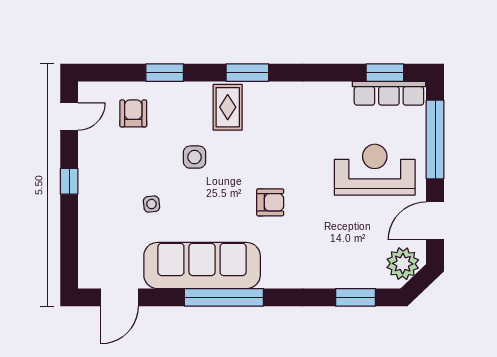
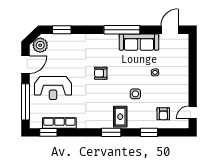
row of seats: (389, 93) -> (59, 123), moved
window: (69, 181) -> (193, 83), removed
sofa: (202, 265) -> (139, 42), width x0.74, depth x0.79

